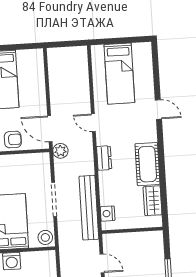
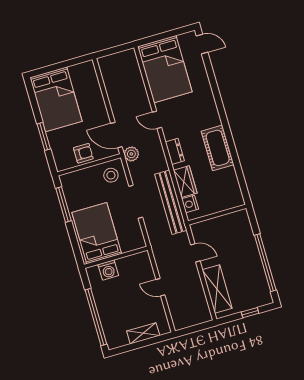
bed: (119, 74) -> (165, 69), width x1.50
door: (158, 109) -> (202, 44), moved
wardrobe: (153, 201) -> (185, 182), moved, turned 180
stool: (45, 237) -> (111, 175), moved

